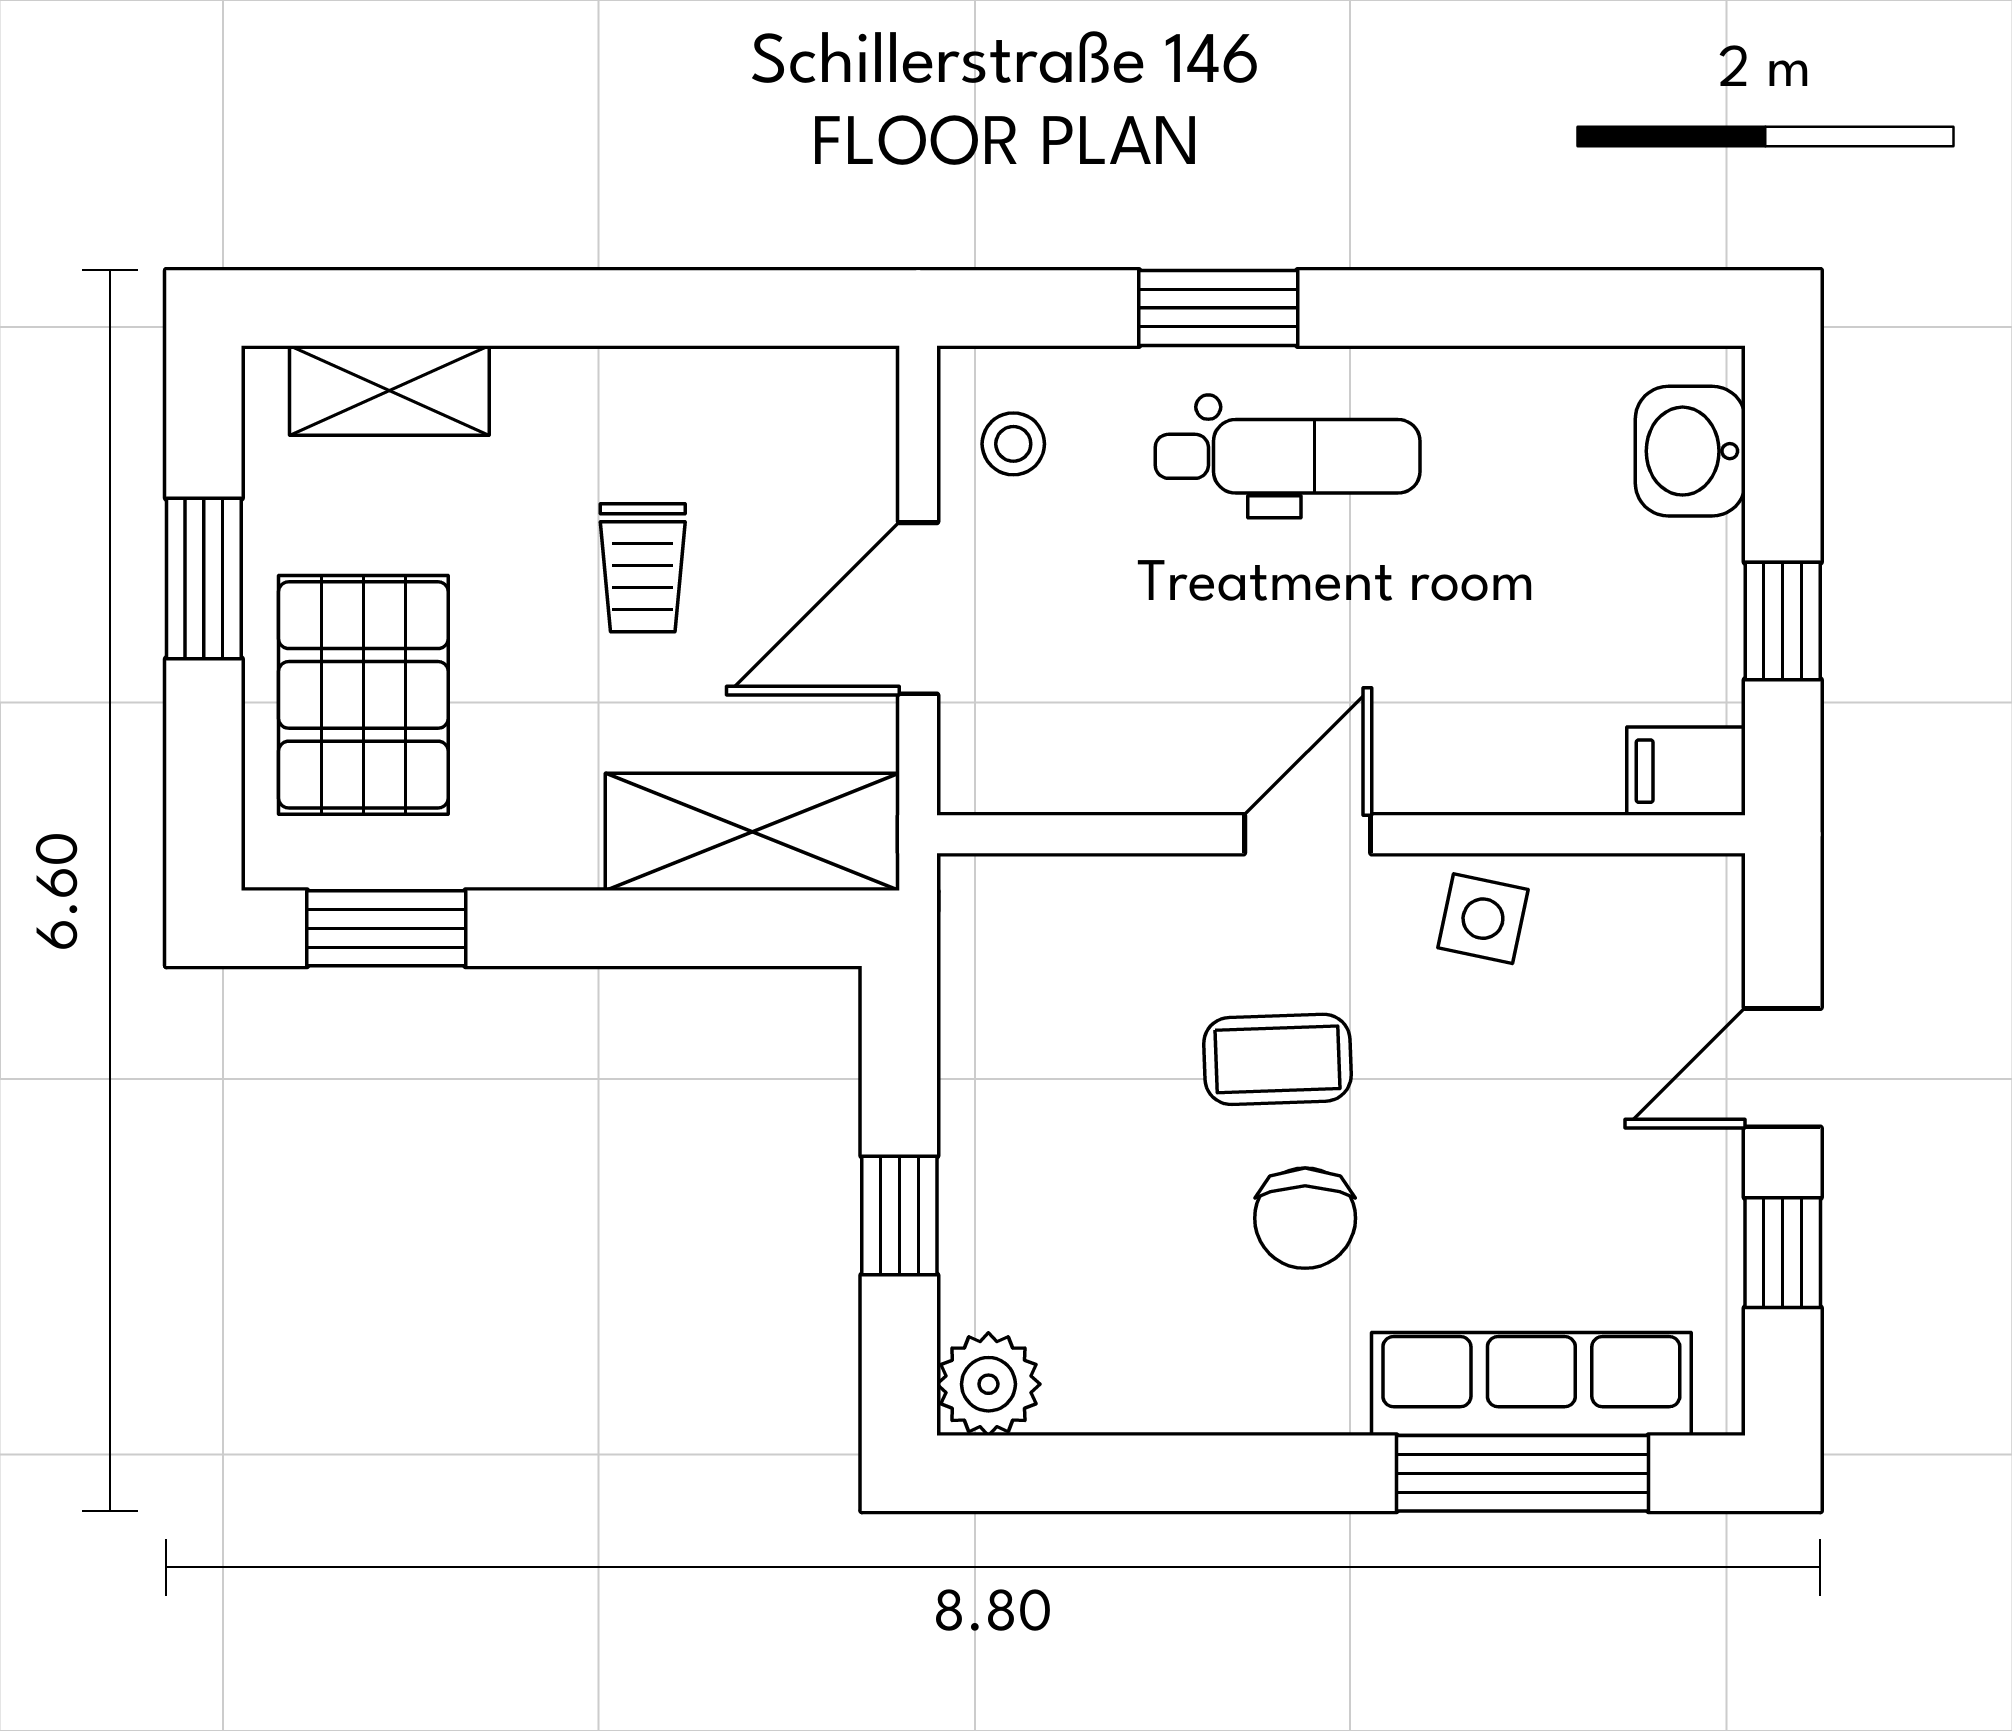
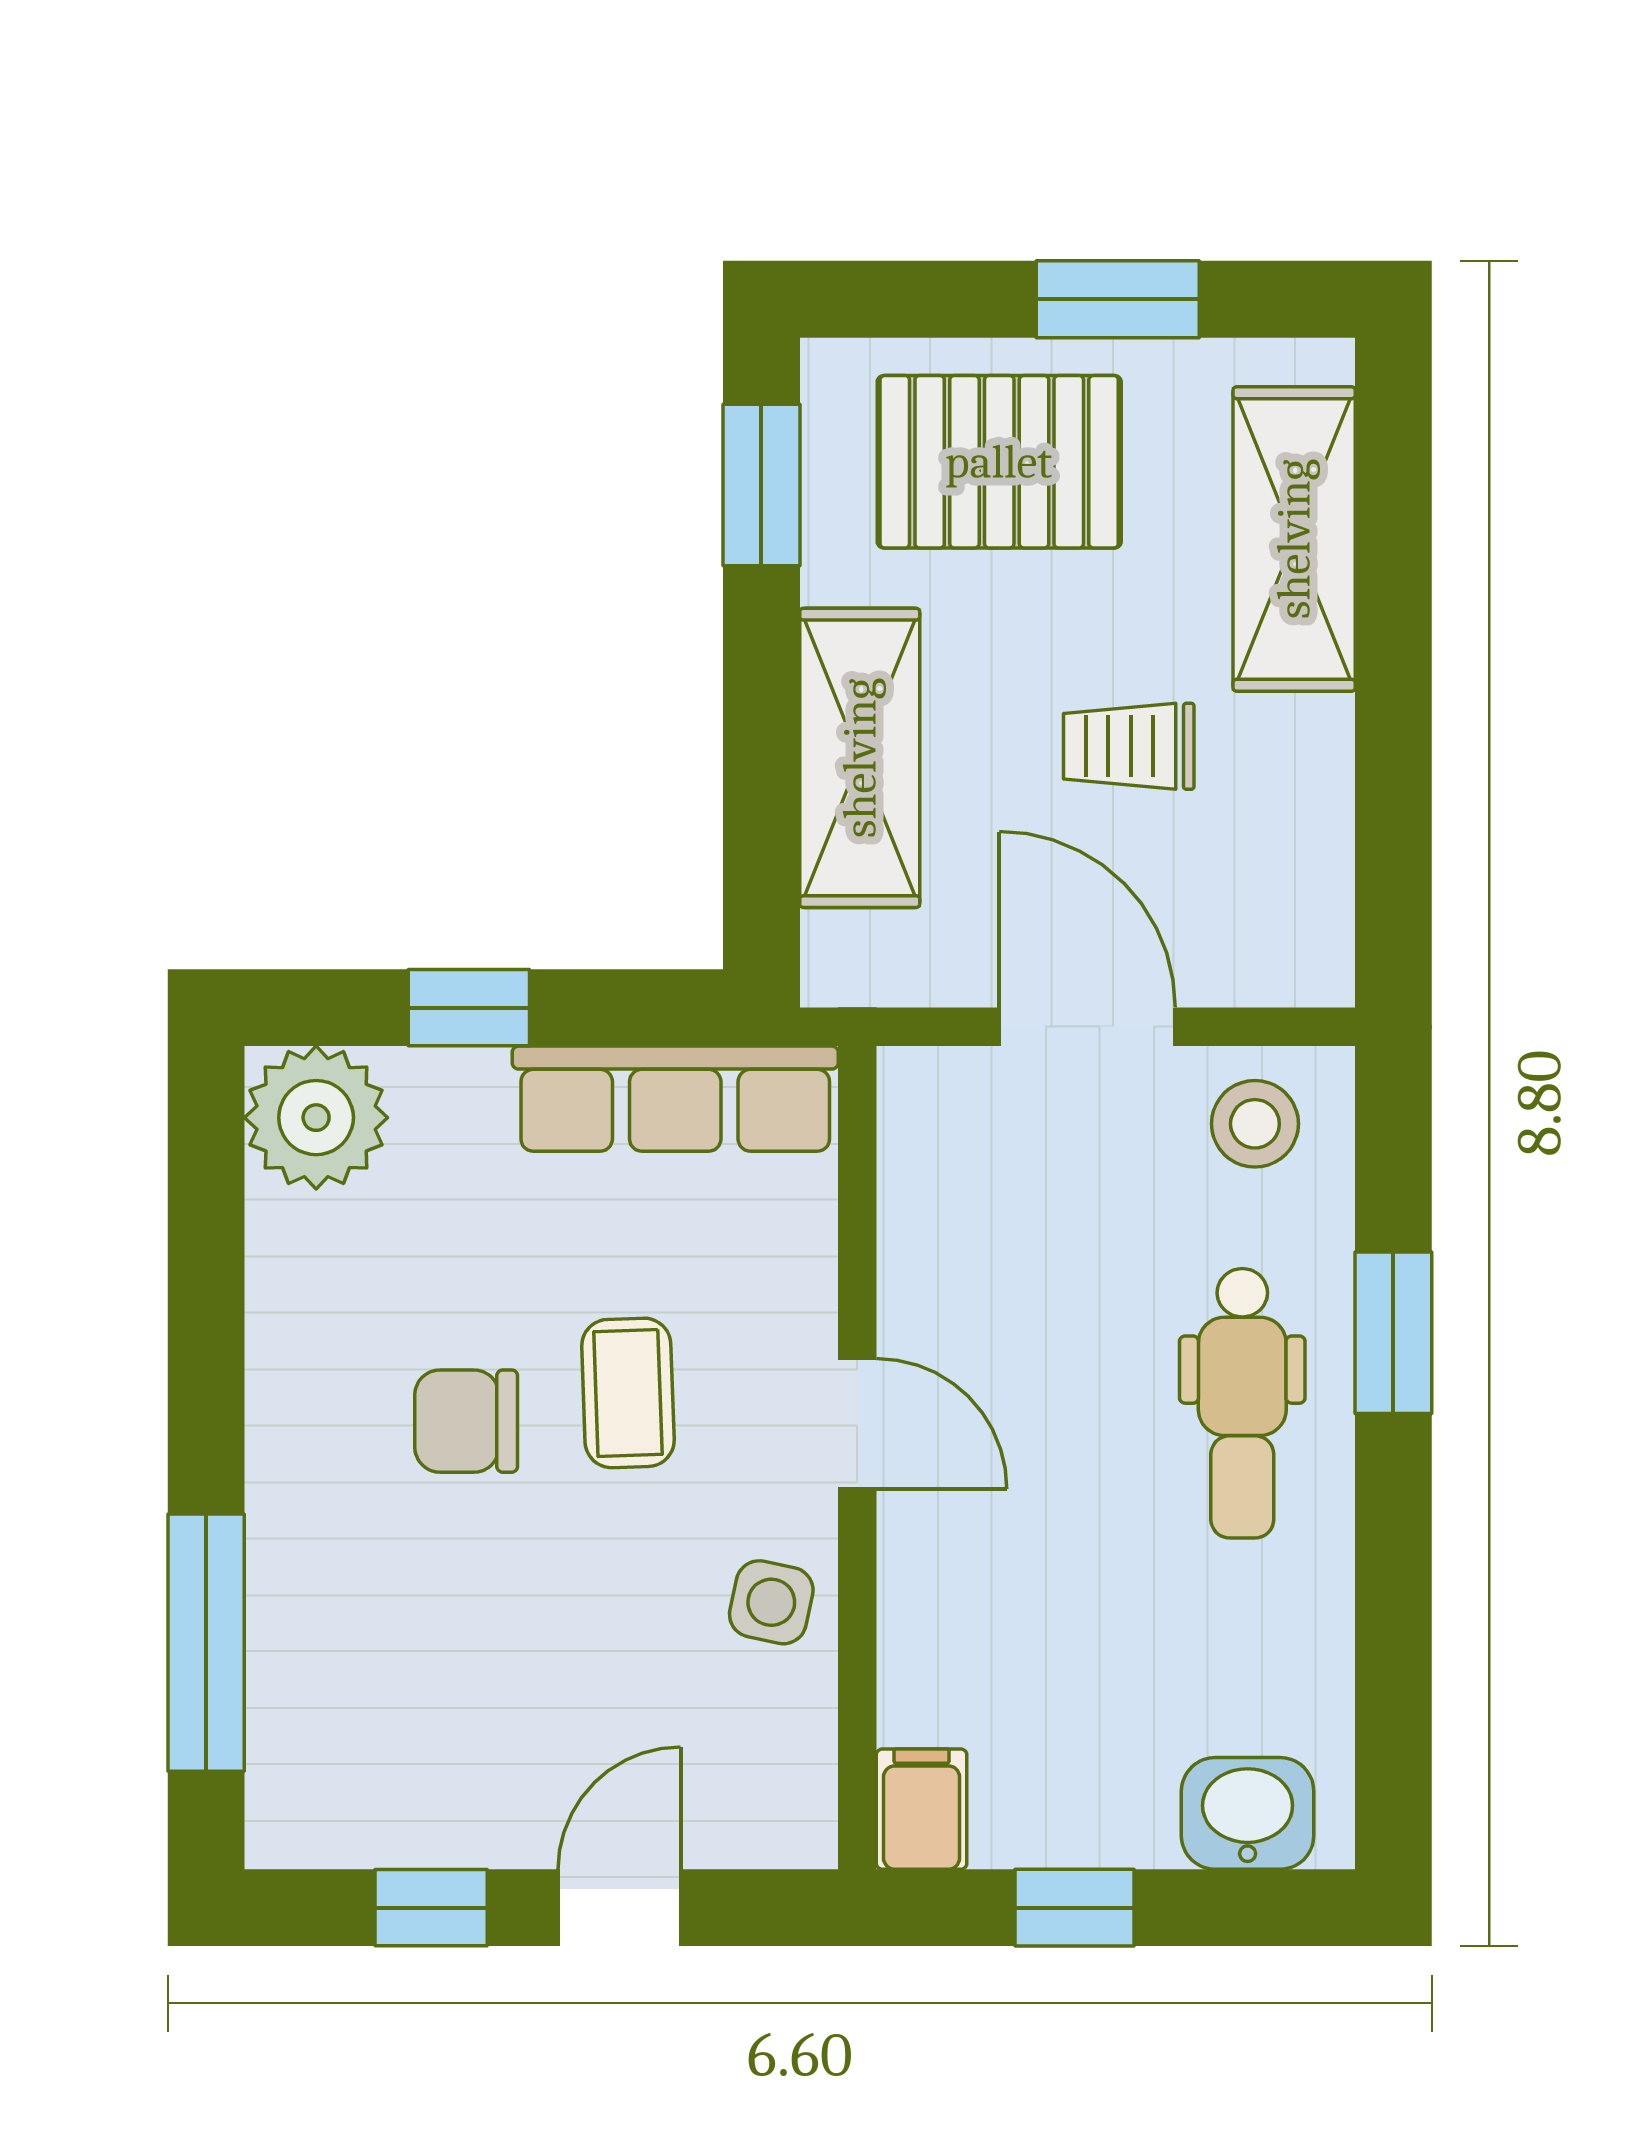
shelving: (389, 390) -> (1294, 539), width x1.50, depth x1.33
stool: (1013, 444) -> (1255, 1124), width x1.37, depth x1.37
shelving: (752, 832) -> (860, 758), moved
door: (1783, 1068) -> (619, 1908), hinge flipped
plant: (988, 1384) -> (316, 1118), width x1.36, depth x1.36
row of seats: (1531, 1384) -> (675, 1099), moved, turned 90

